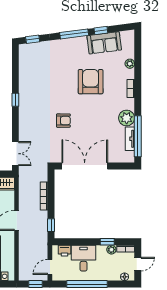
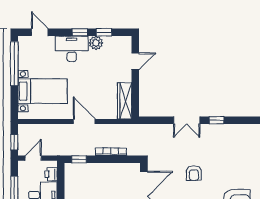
double door: (15, 154) -> (187, 120), moved
door: (50, 267) -> (33, 158), hinge flipped

